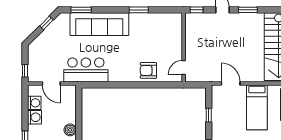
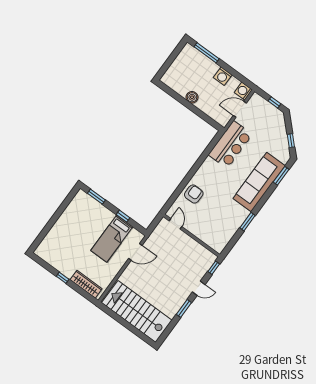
window: (25, 71) -> (274, 102), moved
washing machine: (34, 103) -> (243, 91), moved, turned 90
bed: (257, 107) -> (112, 239), moved, turned -90

